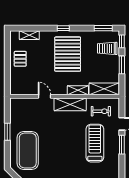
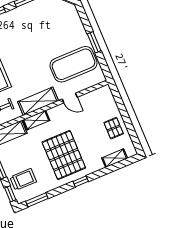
exercise mat: (28, 151) -> (73, 64), moved, turned 90

